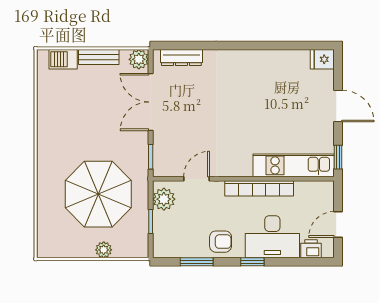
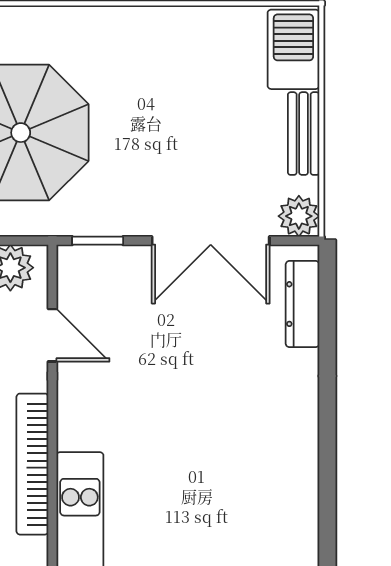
barbecue: (63, 59) -> (293, 49), width x1.38, depth x1.27
double door: (151, 102) -> (211, 241), swing flipped

